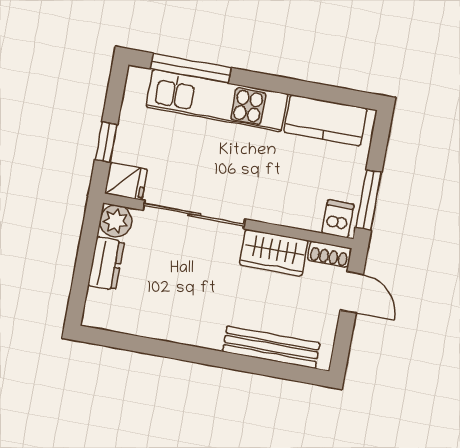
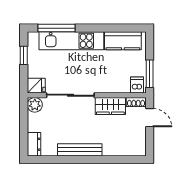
window: (106, 142) -> (24, 55), moved
dresser: (106, 264) -> (34, 144), moved
bench: (271, 347) -> (80, 150), moved

